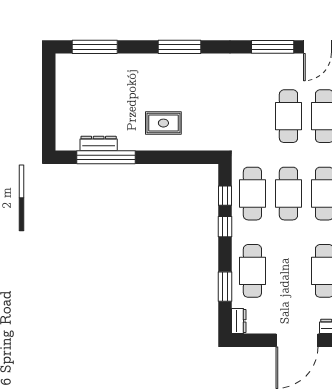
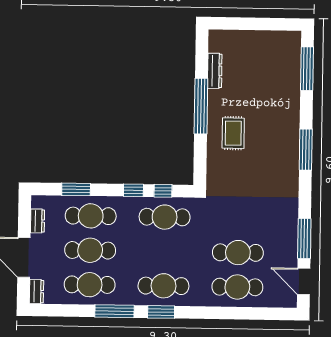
window: (106, 157) -> (201, 106), moved
cafe table: (288, 194) -> (90, 250), moved
dresser: (239, 321) -> (38, 221), moved, turned -90

